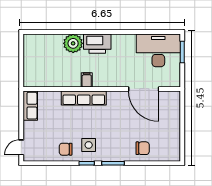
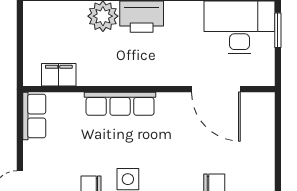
filing cabinet: (87, 80) -> (59, 75), moved, width x2.00

